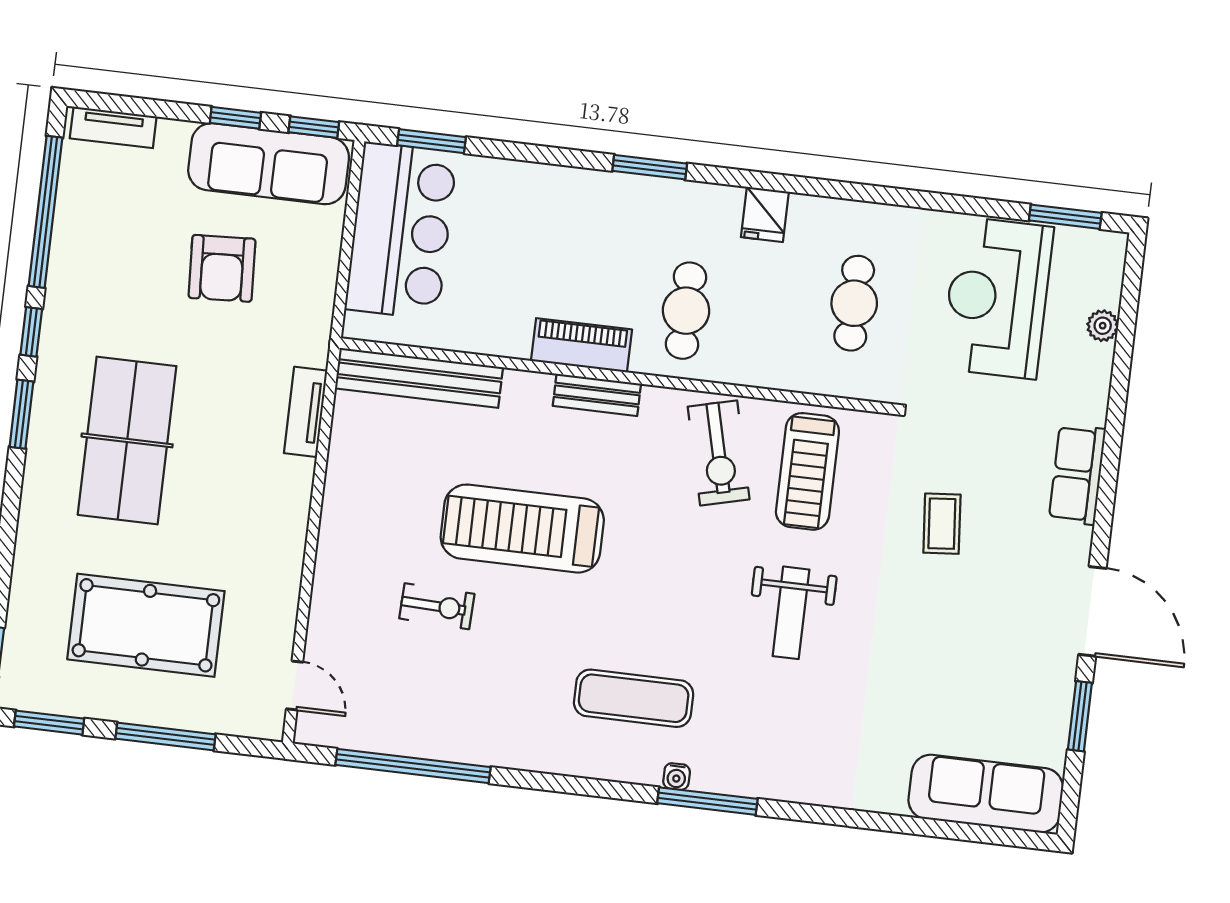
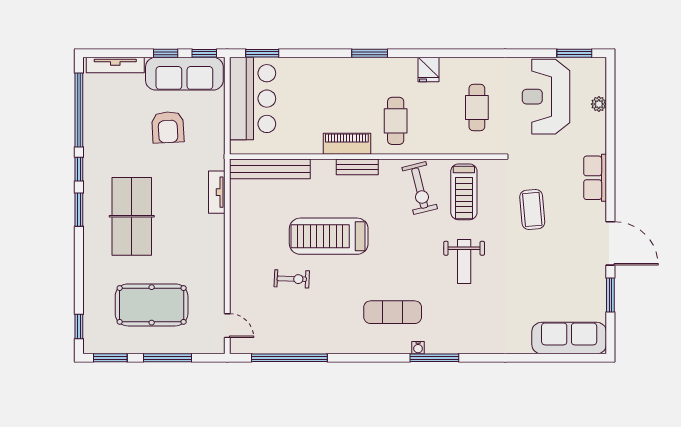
tv unit: (113, 127) -> (115, 65), width x1.41
coffee table: (942, 524) -> (532, 209), width x1.36, depth x1.30

